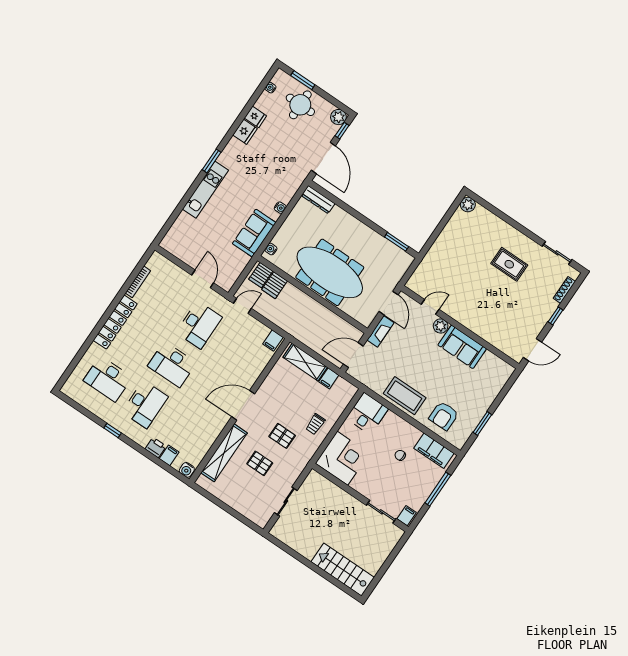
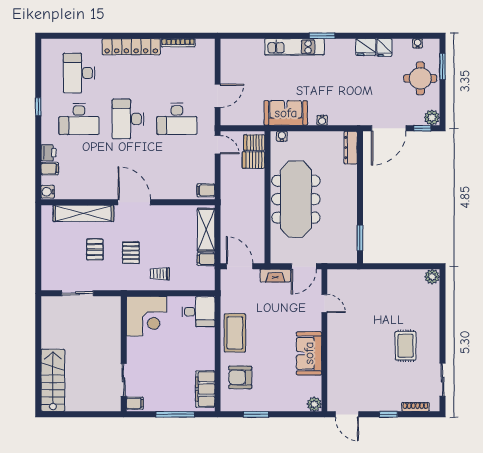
plant: (441, 326) -> (314, 404), moved
chair: (400, 455) -> (182, 363), removed

